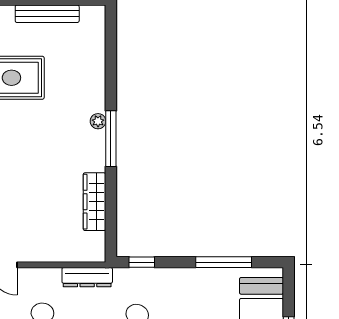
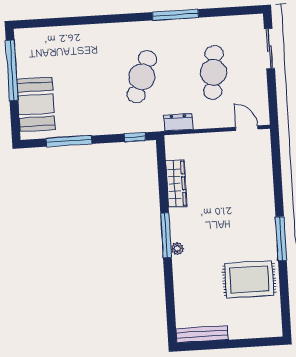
bench: (47, 14) -> (202, 334), moved
dresser: (87, 277) -> (178, 122), width x0.70

